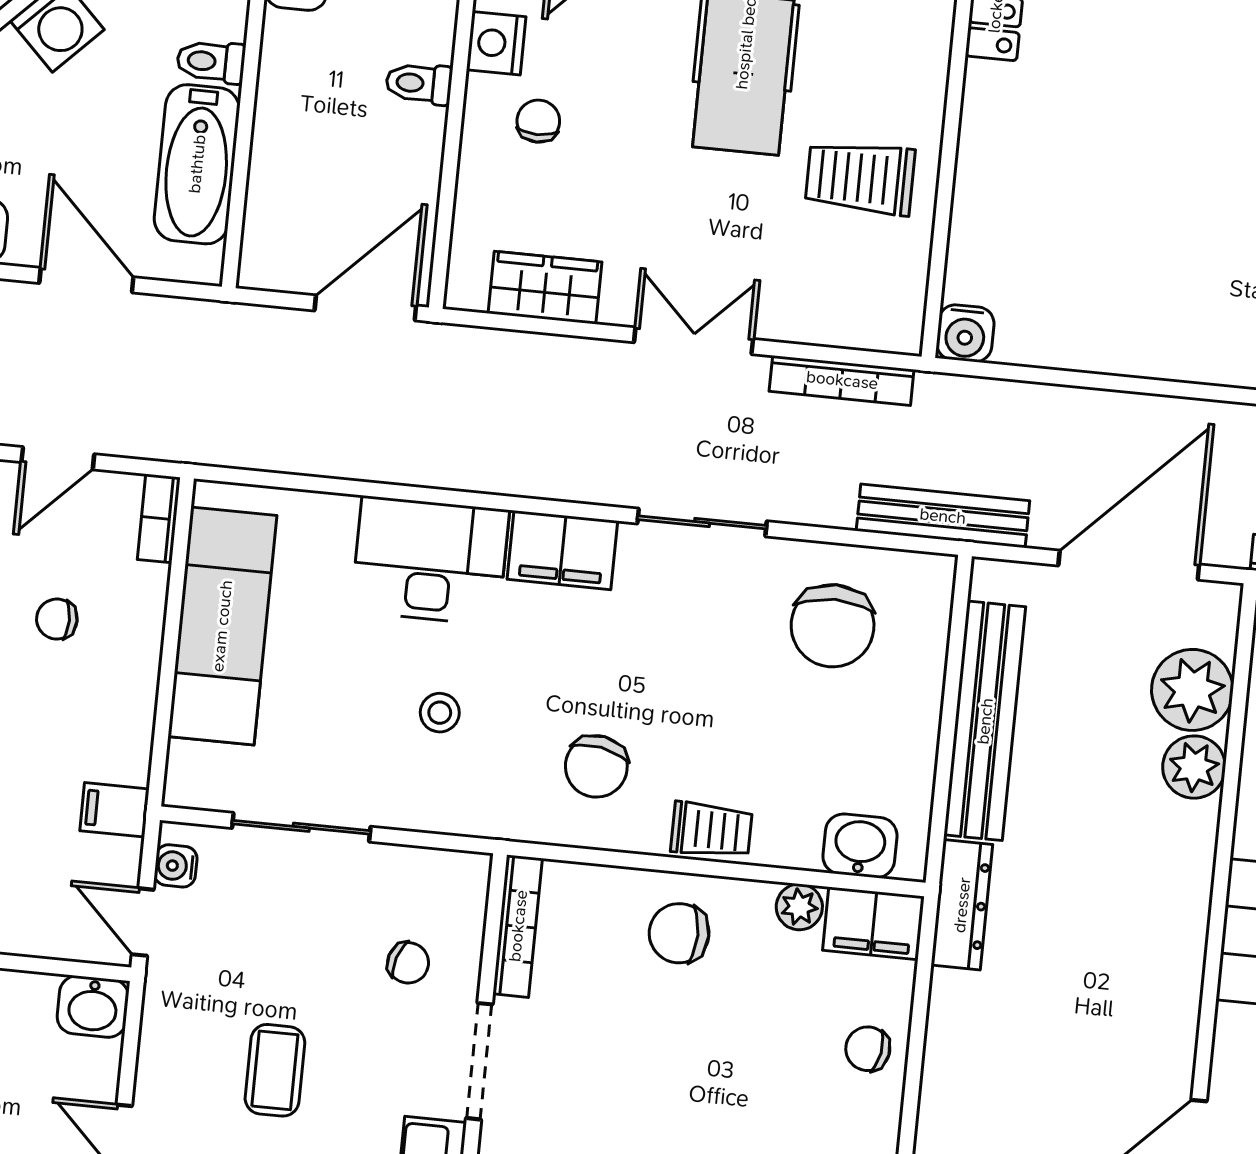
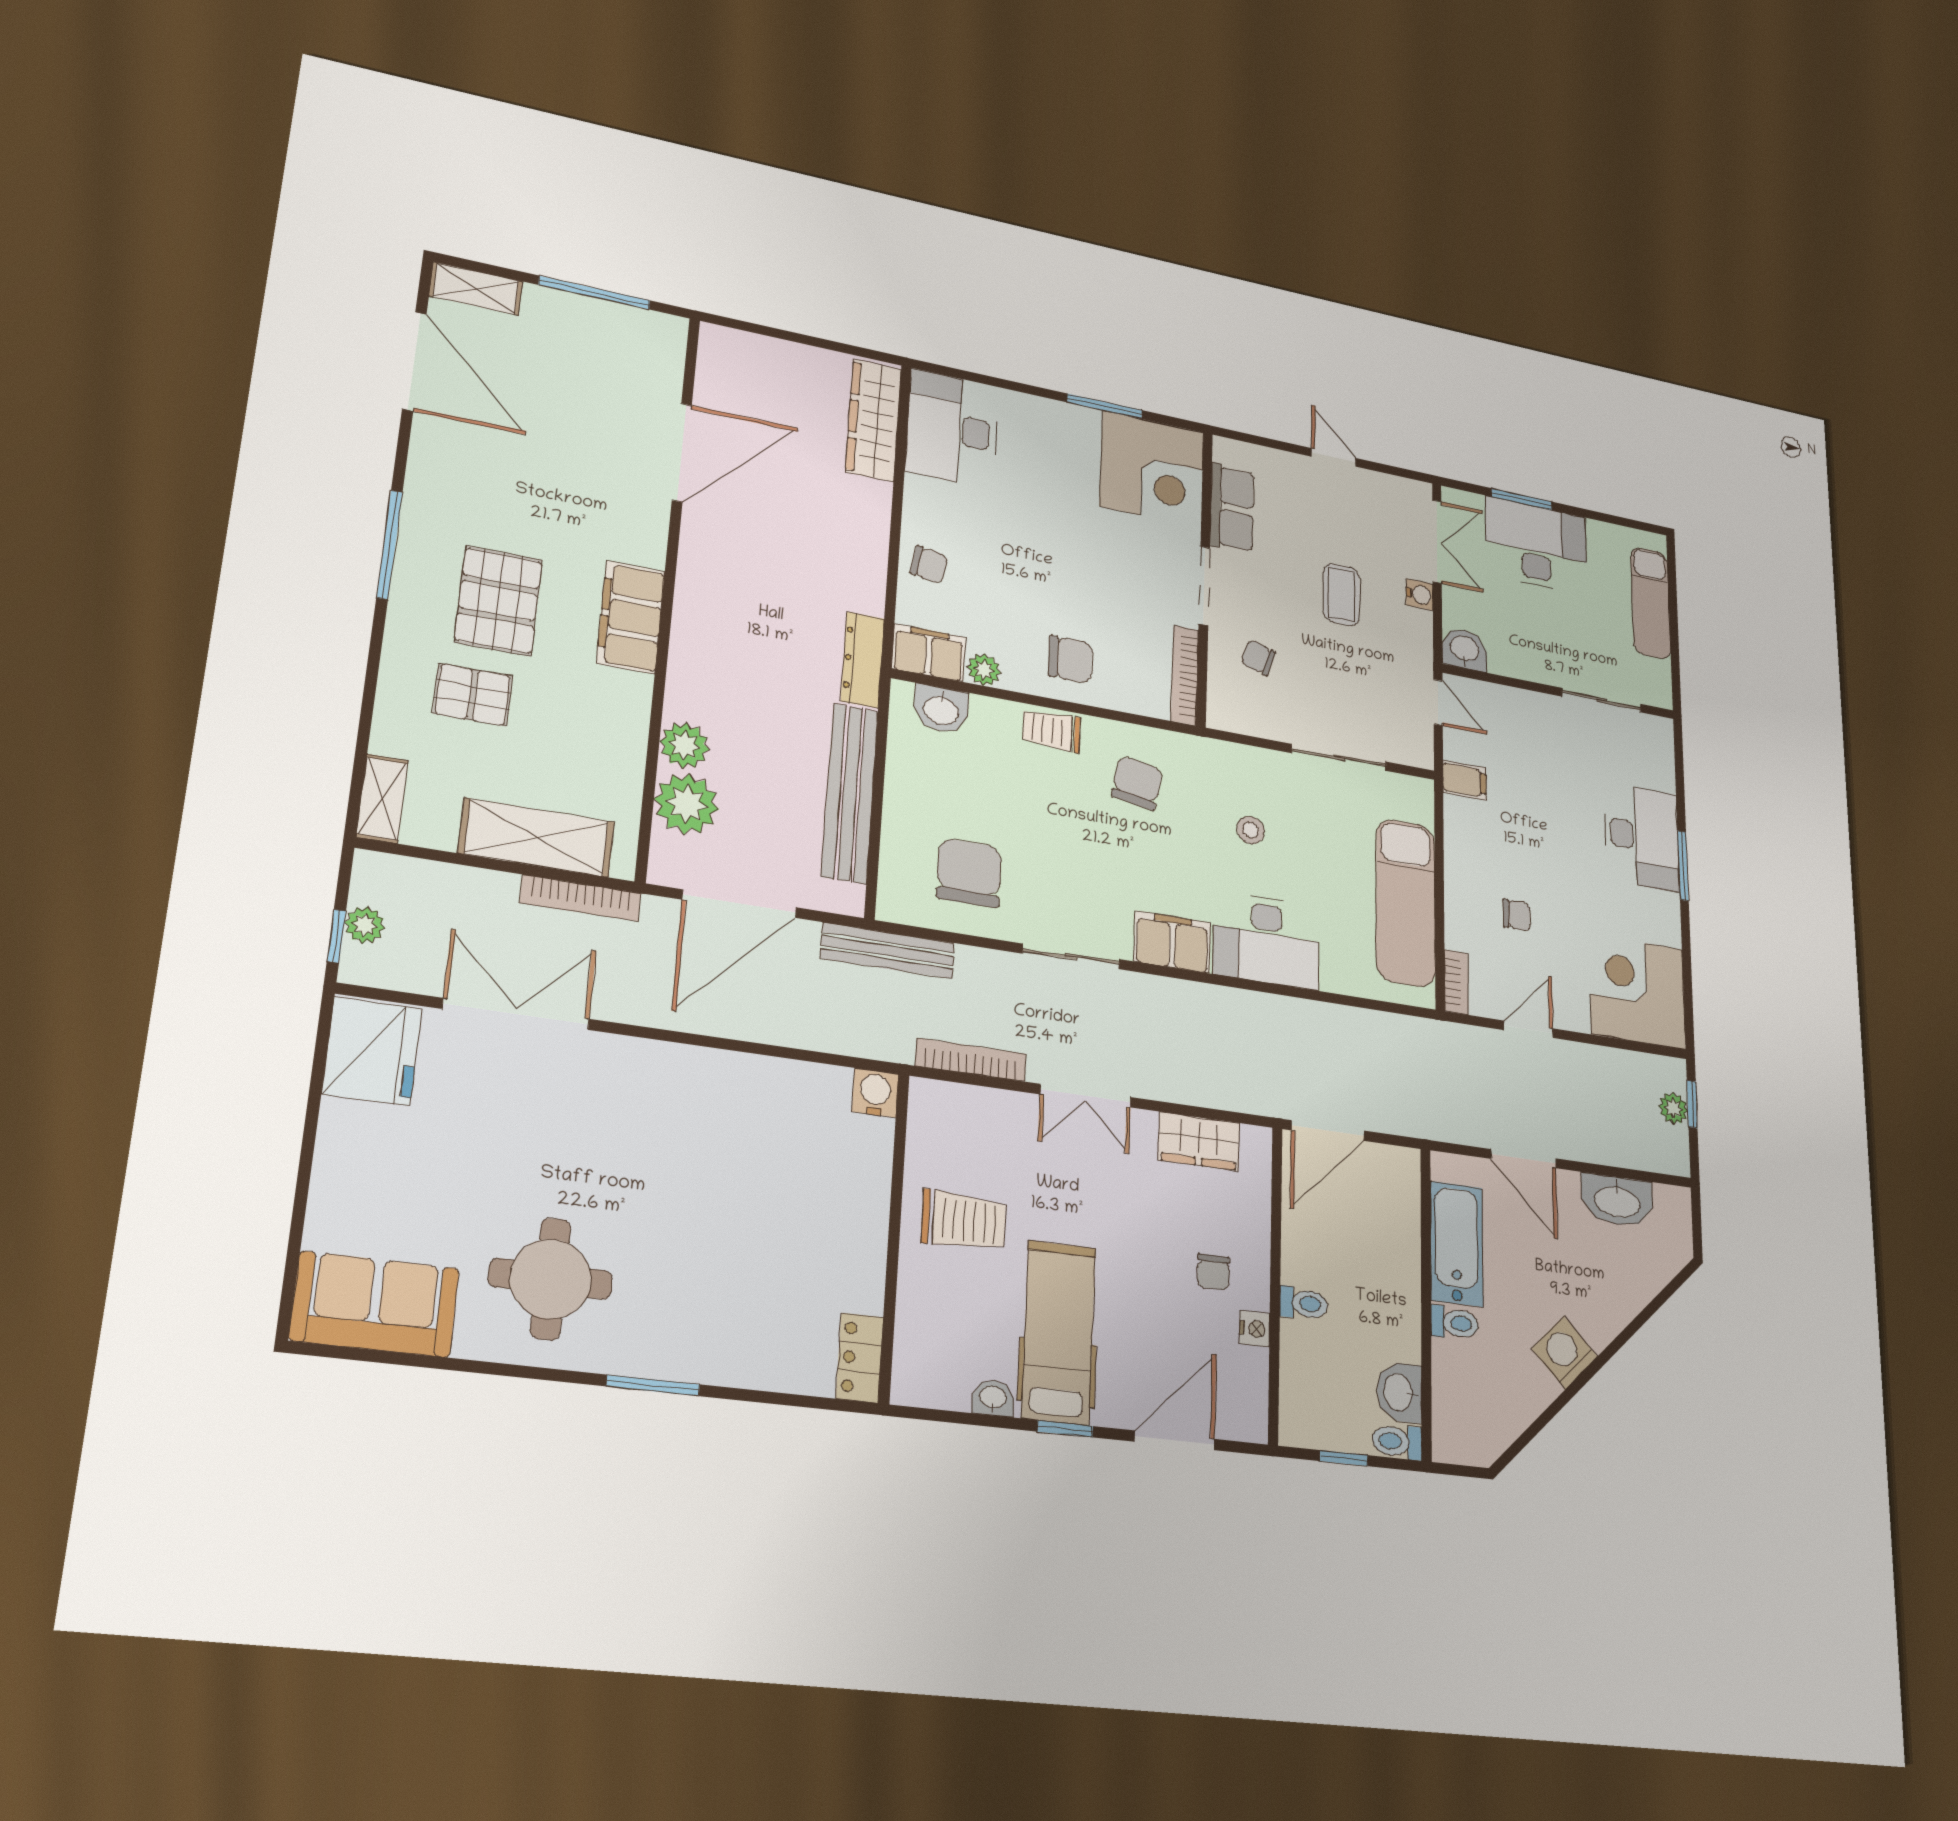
nightstand: (496, 43) -> (1255, 1329), width x0.72, depth x0.74
water cooler: (176, 866) -> (1420, 595), moved

